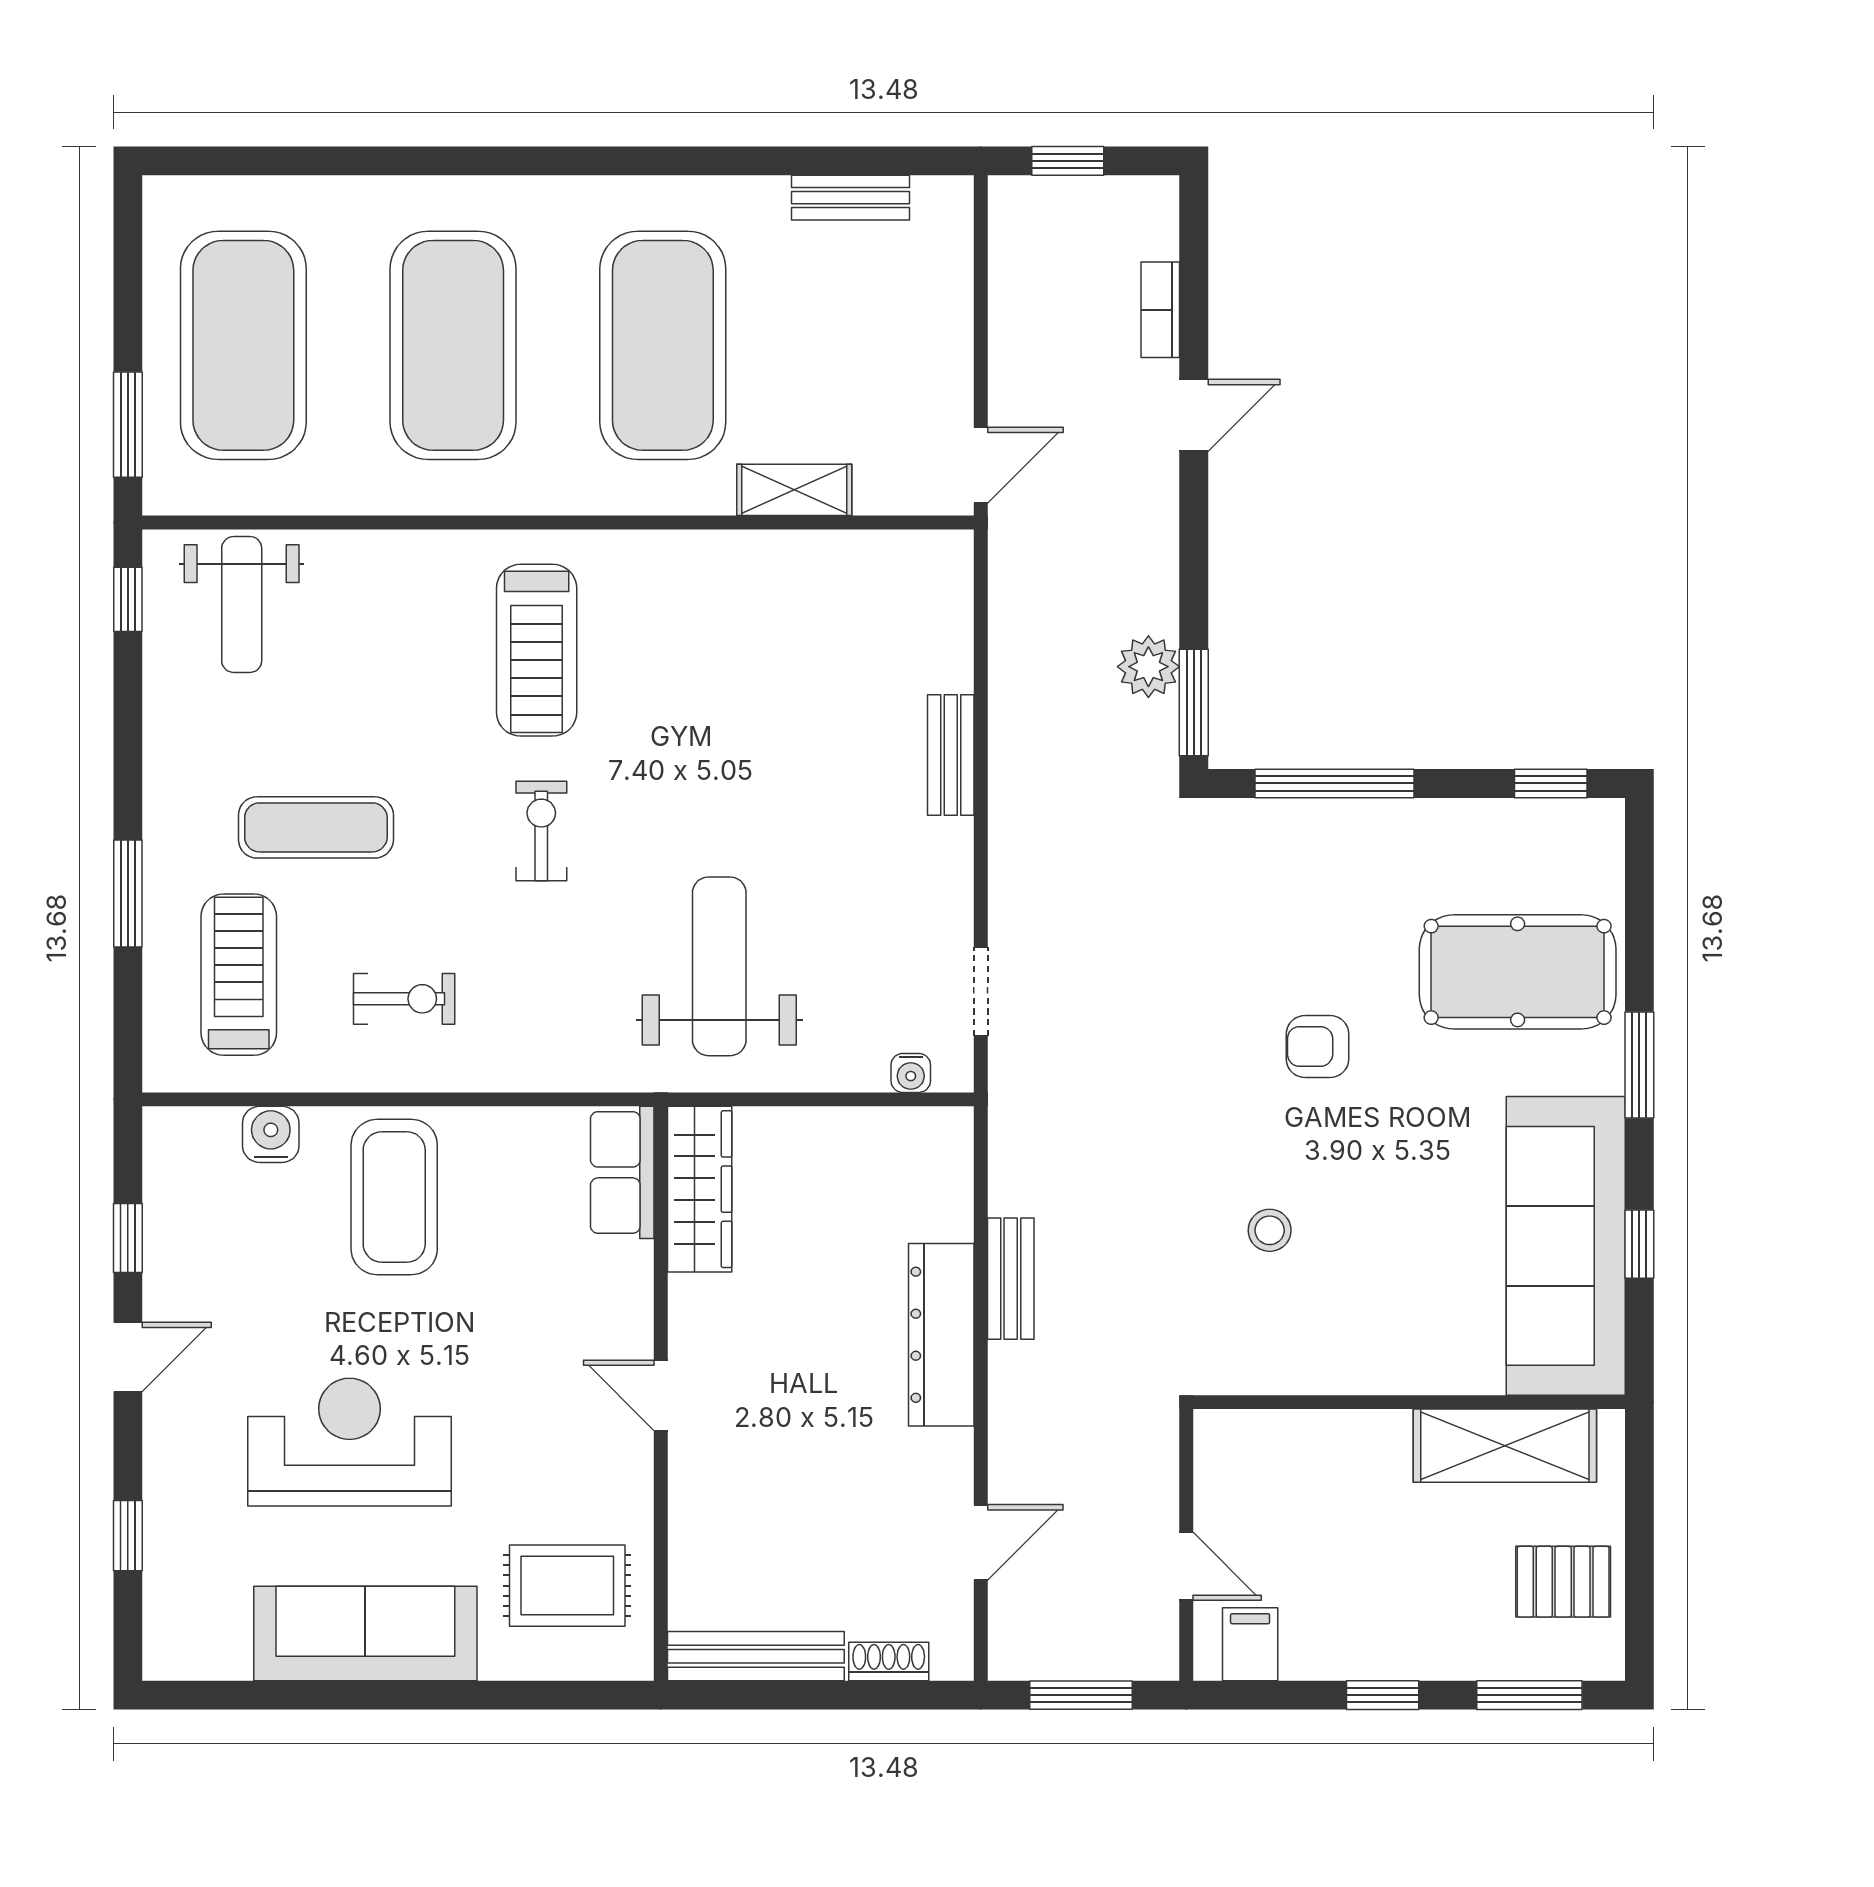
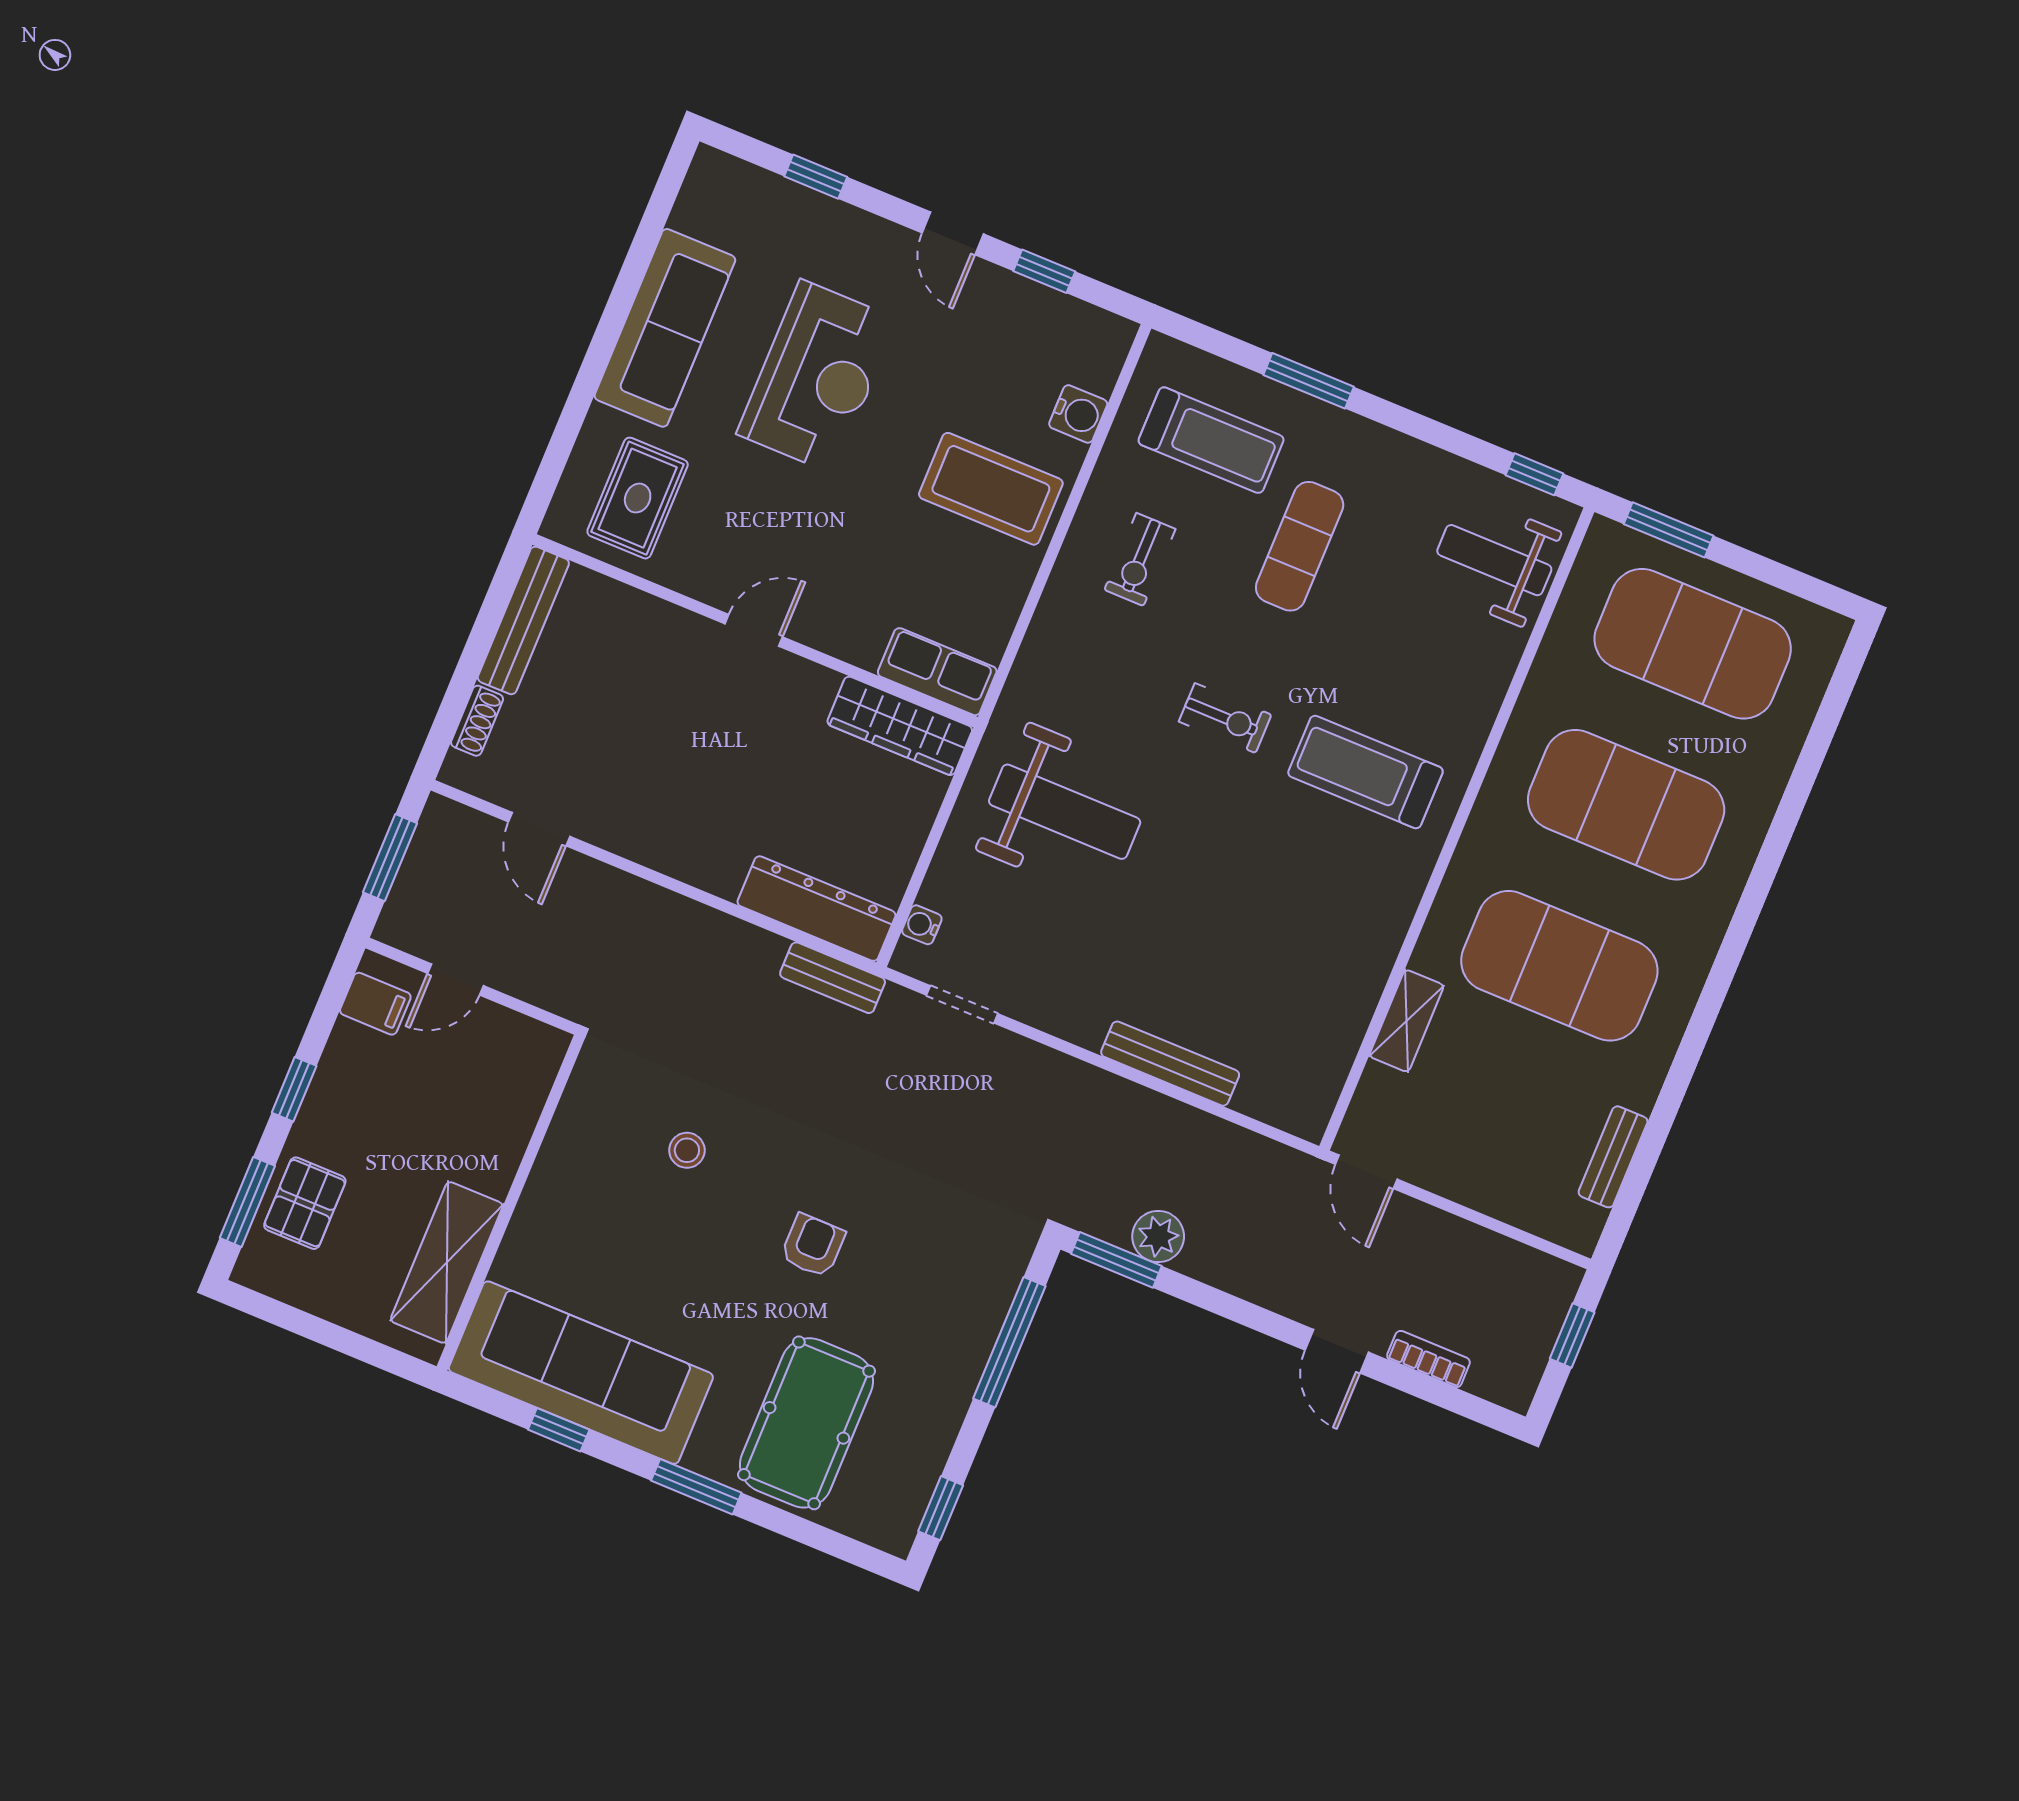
bench: (951, 755) -> (1170, 1064), width x1.36
bench: (1011, 1279) -> (833, 978), moved
dresser: (941, 1335) -> (816, 909), moved
pallet: (1563, 1582) -> (305, 1203), moved

